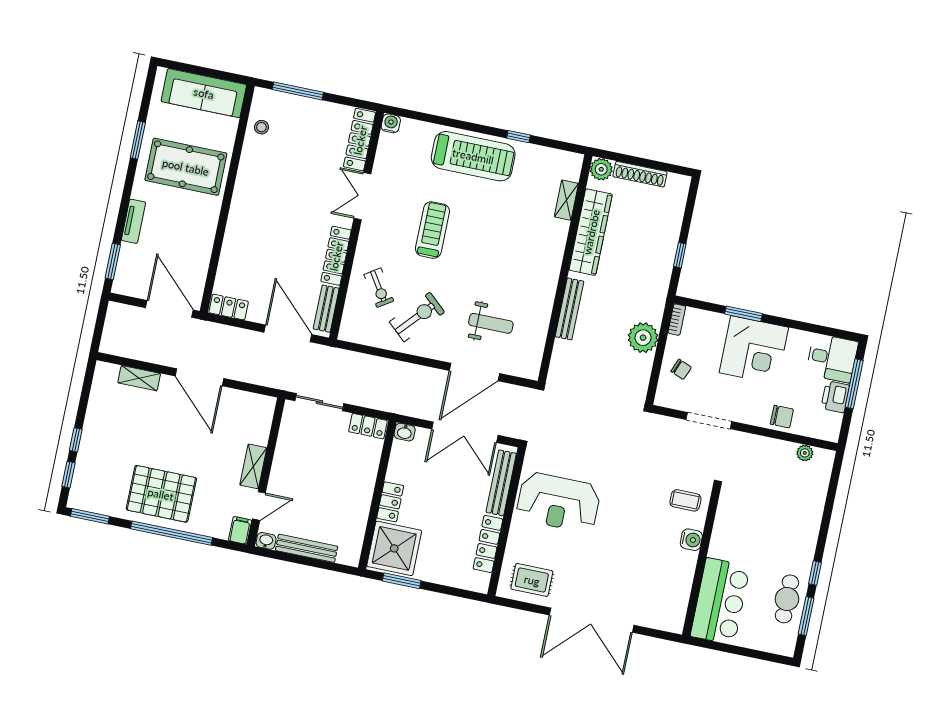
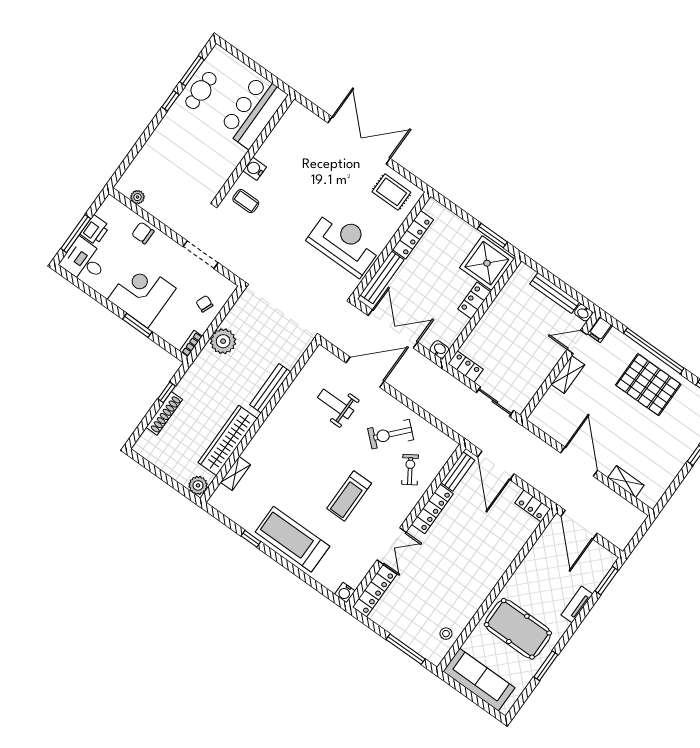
shoe rack: (640, 174) -> (164, 413), moved, turned 90

